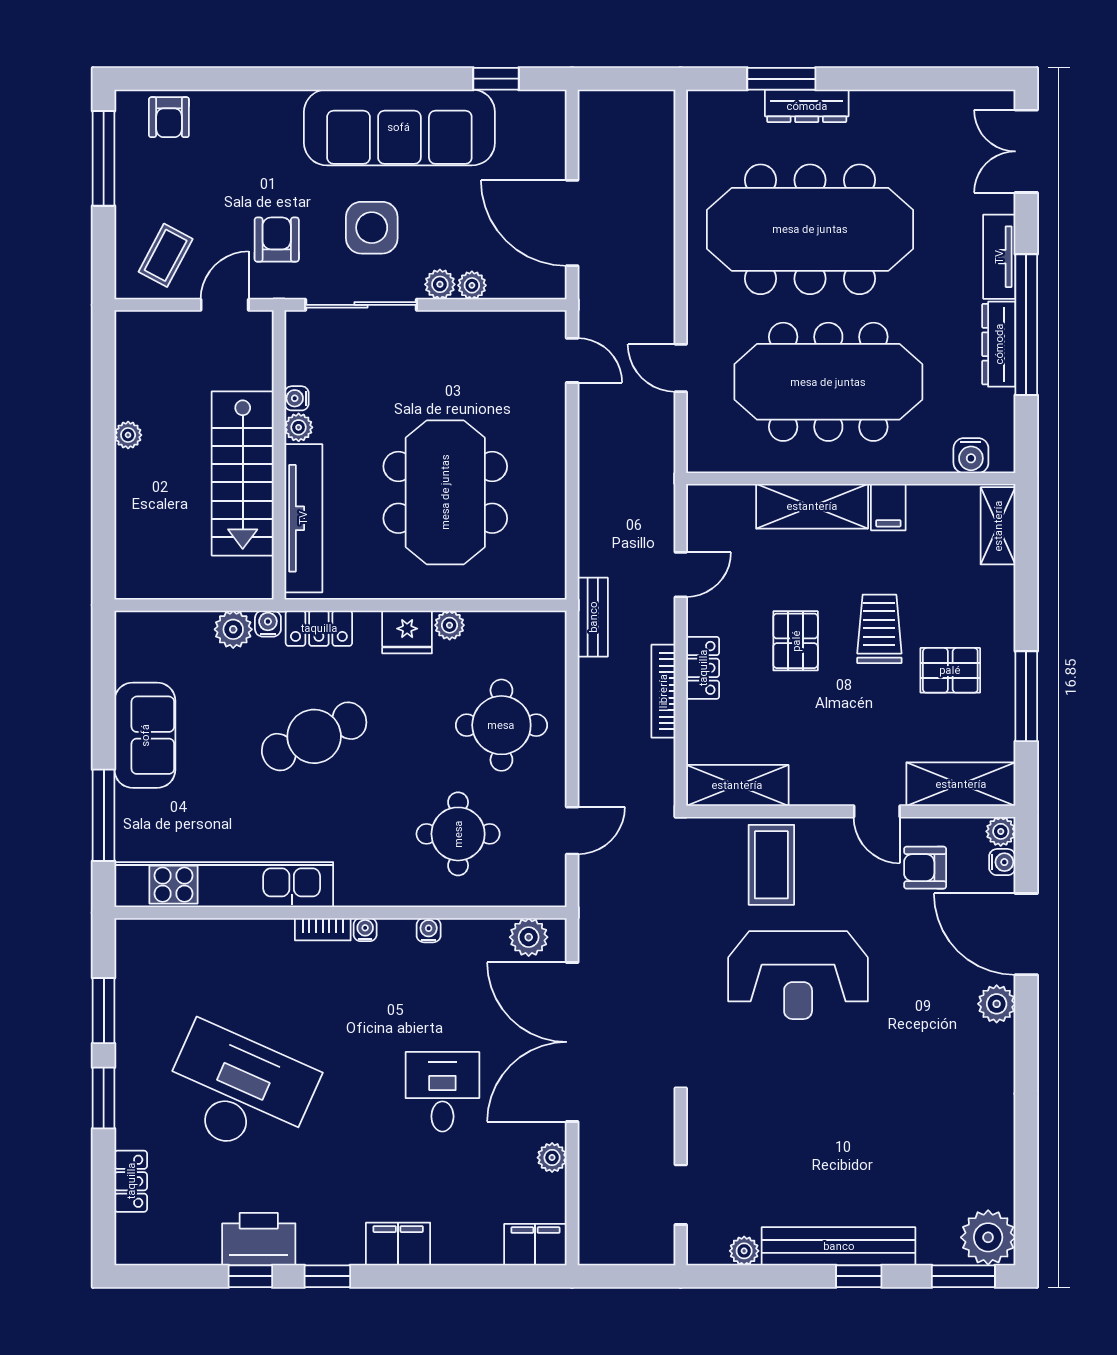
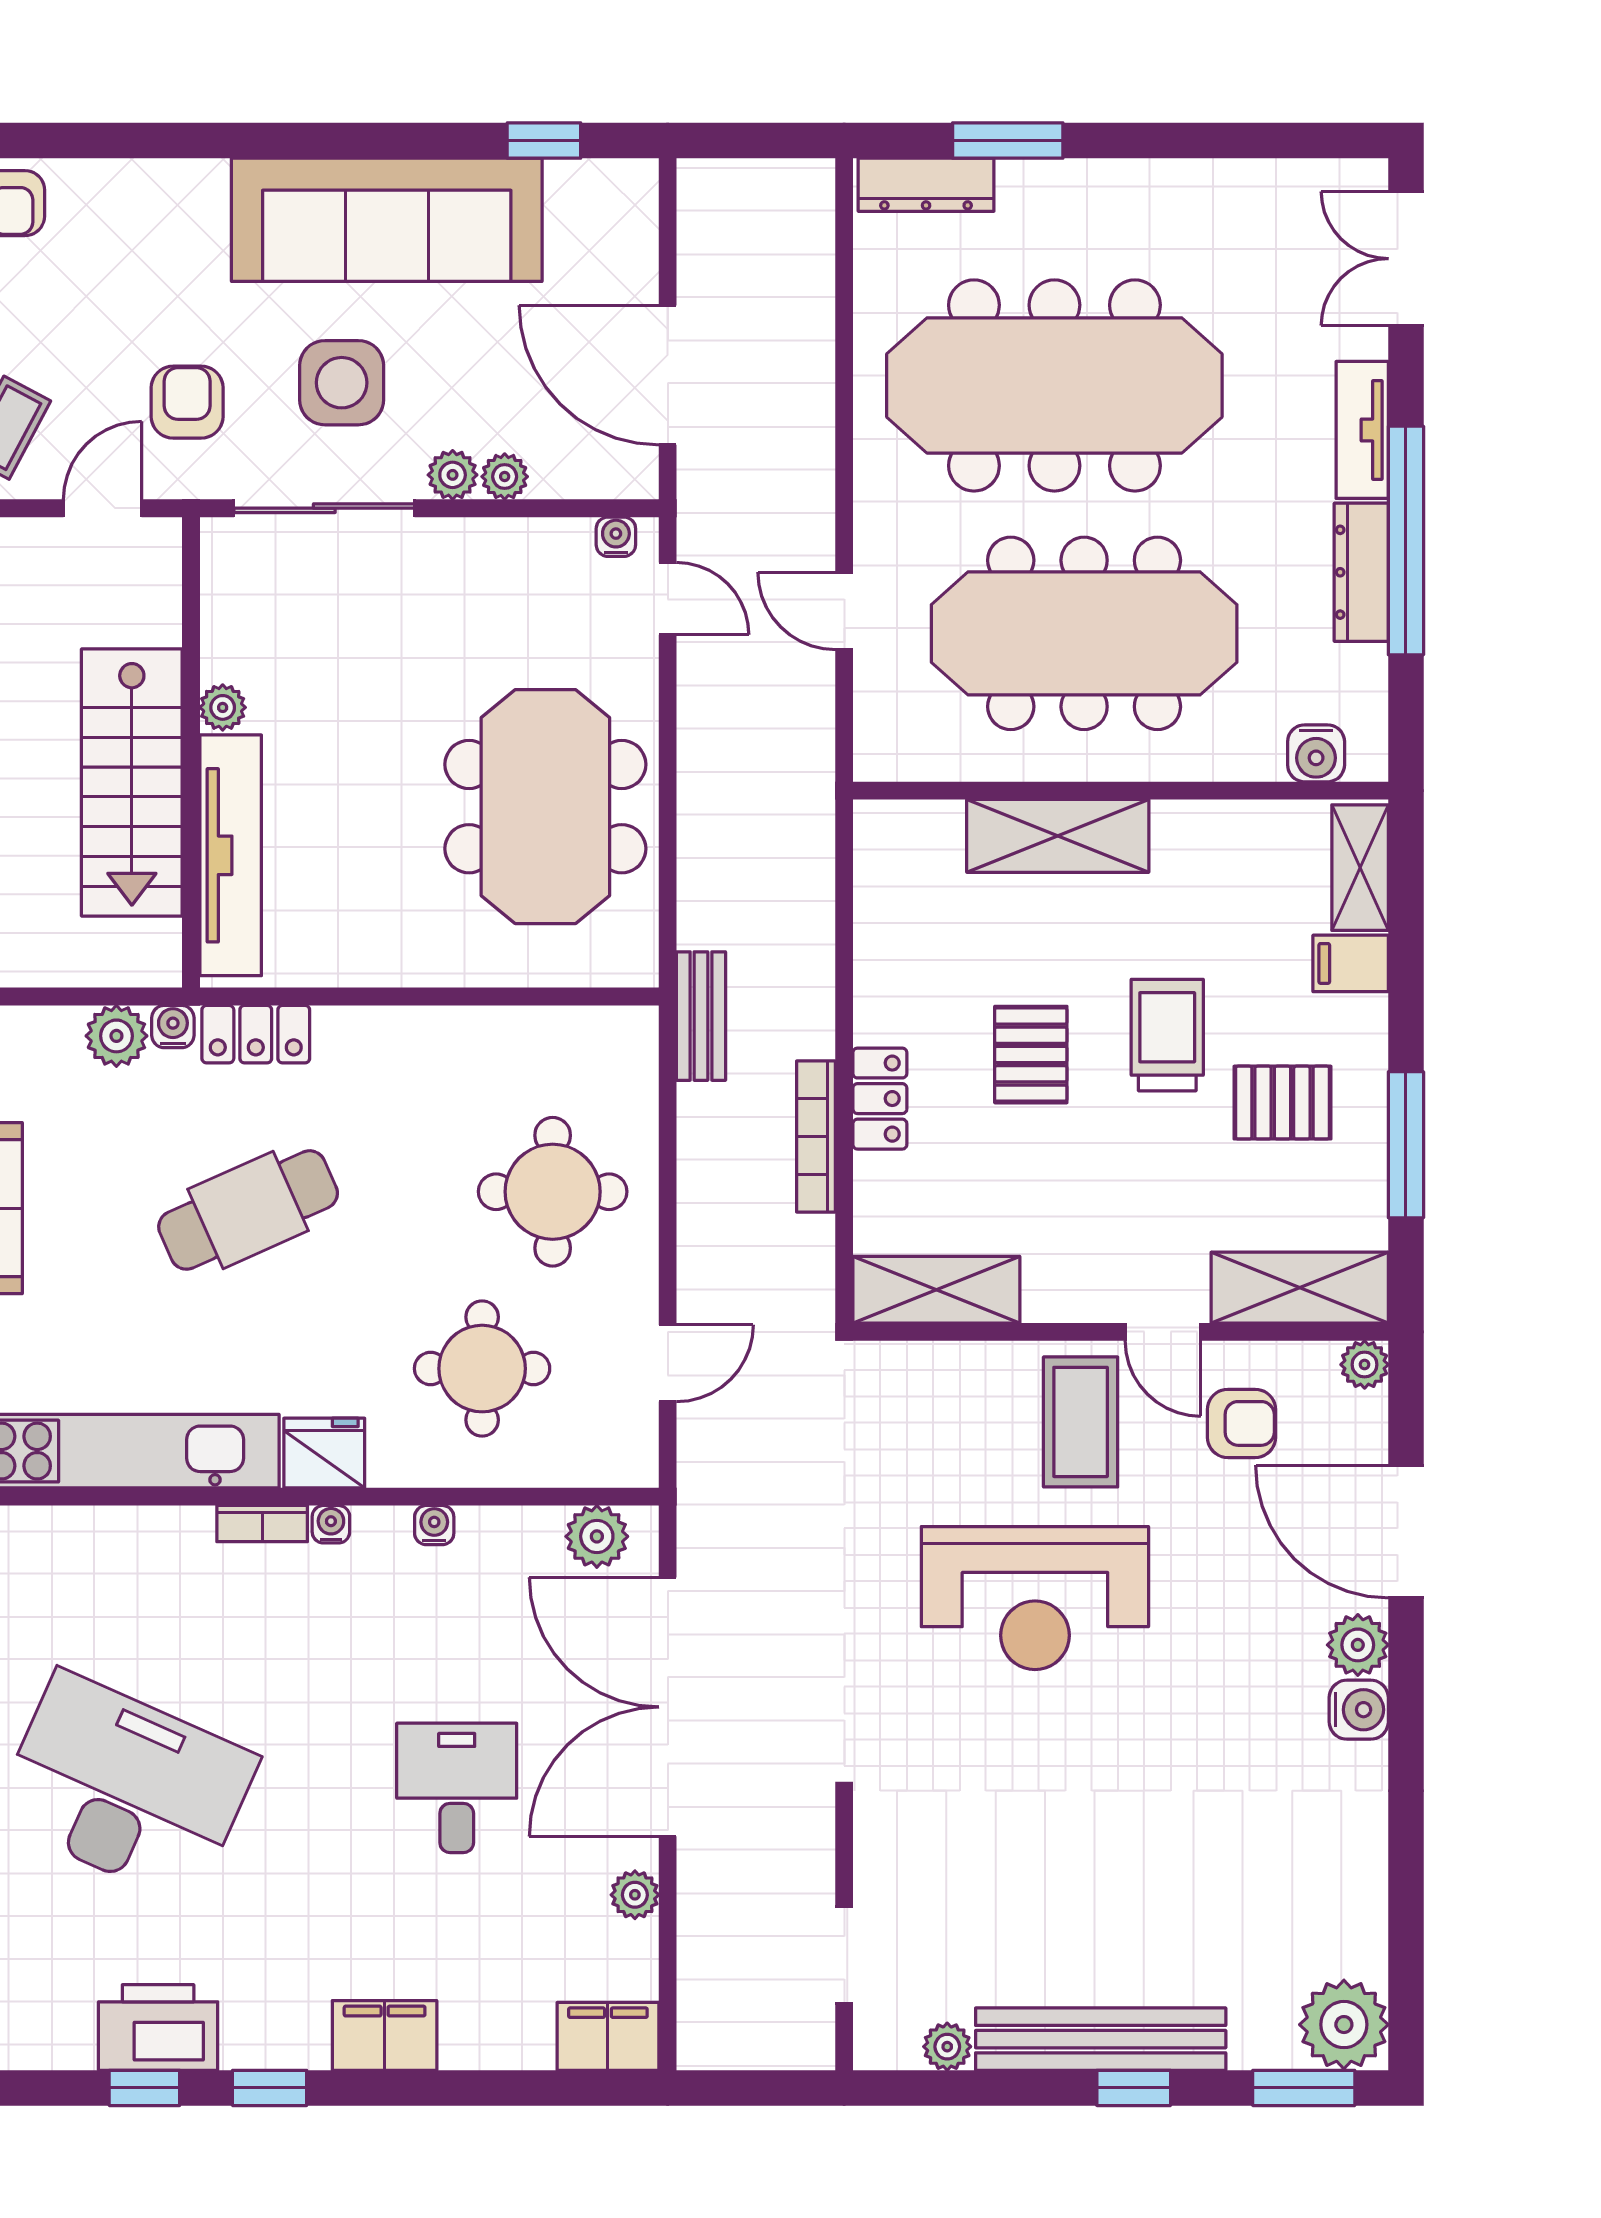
dresser: (807, 106) -> (926, 185), moved
water cooler: (297, 398) -> (616, 537), moved, turned 90
meeting table: (445, 492) -> (545, 807), moved
filing cabinet: (888, 507) -> (1351, 963), moved, turned 90
door: (681, 575) -> (844, 947), removed
plant: (450, 625) -> (468, 1029), removed
fridge: (407, 632) -> (324, 1453), moved, turned 180
water cooler: (1002, 862) -> (1359, 1710), moved, width x1.38, depth x1.38
coffee table: (771, 865) -> (1081, 1422), moved
armchair: (925, 868) -> (1241, 1423), turned 180

